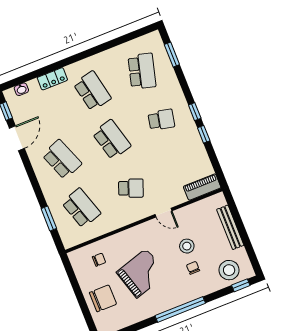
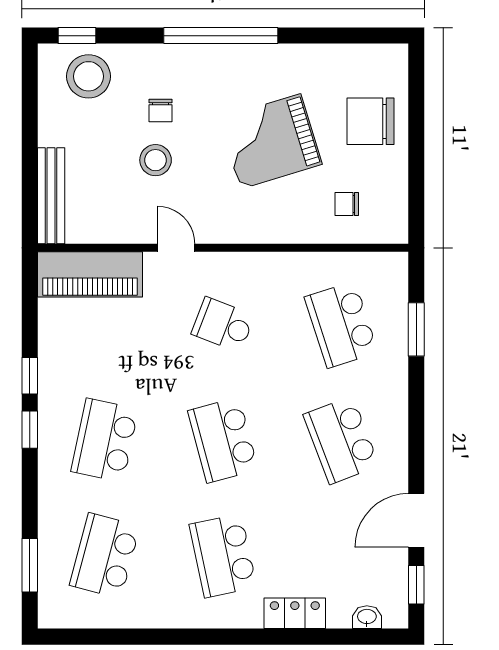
school desk: (161, 120) -> (105, 440), width x1.85
piano: (202, 187) -> (90, 274), width x1.37, depth x1.33
bench: (230, 227) -> (51, 196), moved

